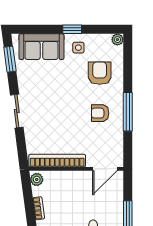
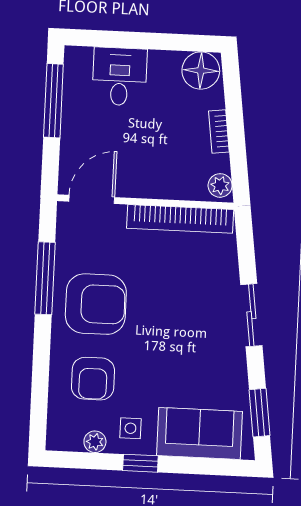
plant: (117, 40) -> (95, 442), moved
window: (128, 112) -> (45, 278), moved
armchair: (100, 113) -> (96, 304), width x1.88, depth x1.88

